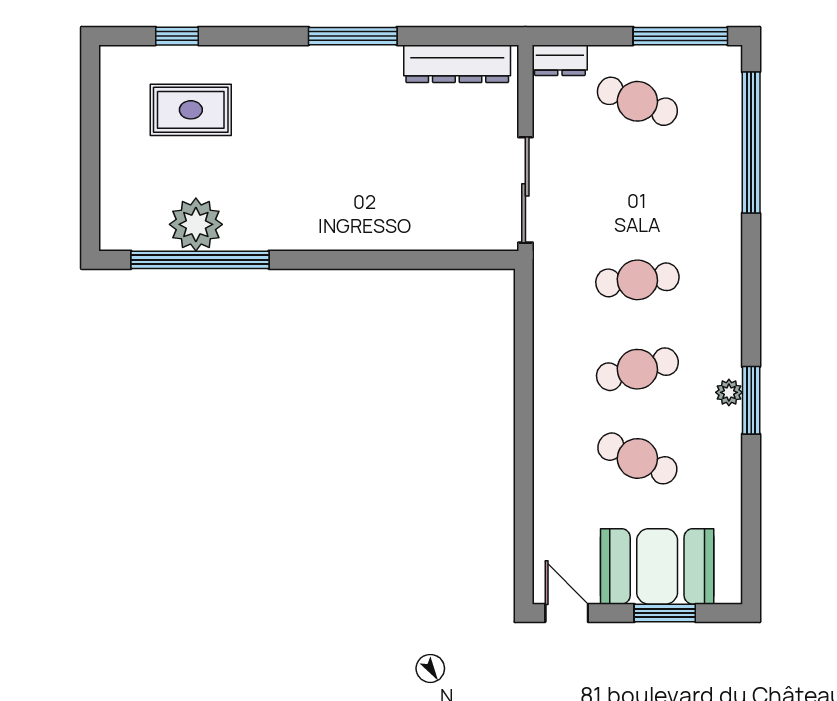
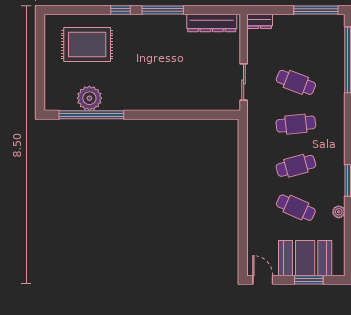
window: (177, 36) -> (121, 10), moved
cafe table: (637, 101) -> (296, 82), moved
rug: (191, 110) -> (87, 45), width x1.36, depth x1.43
sliding door: (525, 190) -> (244, 82), width x0.73
plant: (729, 392) -> (339, 212), moved

